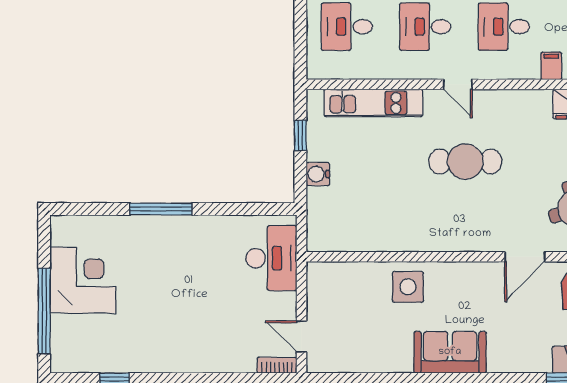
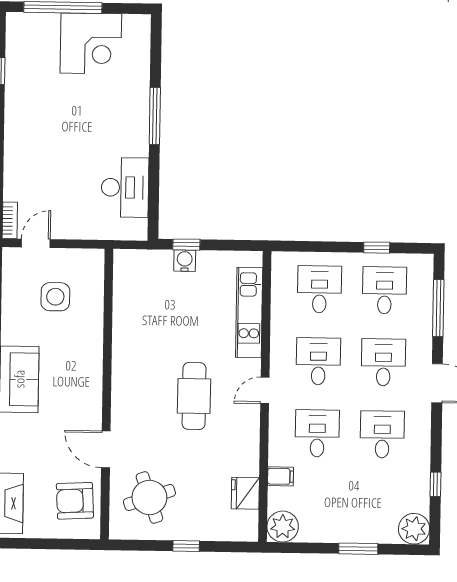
window: (300, 136) -> (186, 245), moved
desk: (271, 258) -> (125, 187), moved, turned -90
side table: (408, 287) -> (55, 297), moved

